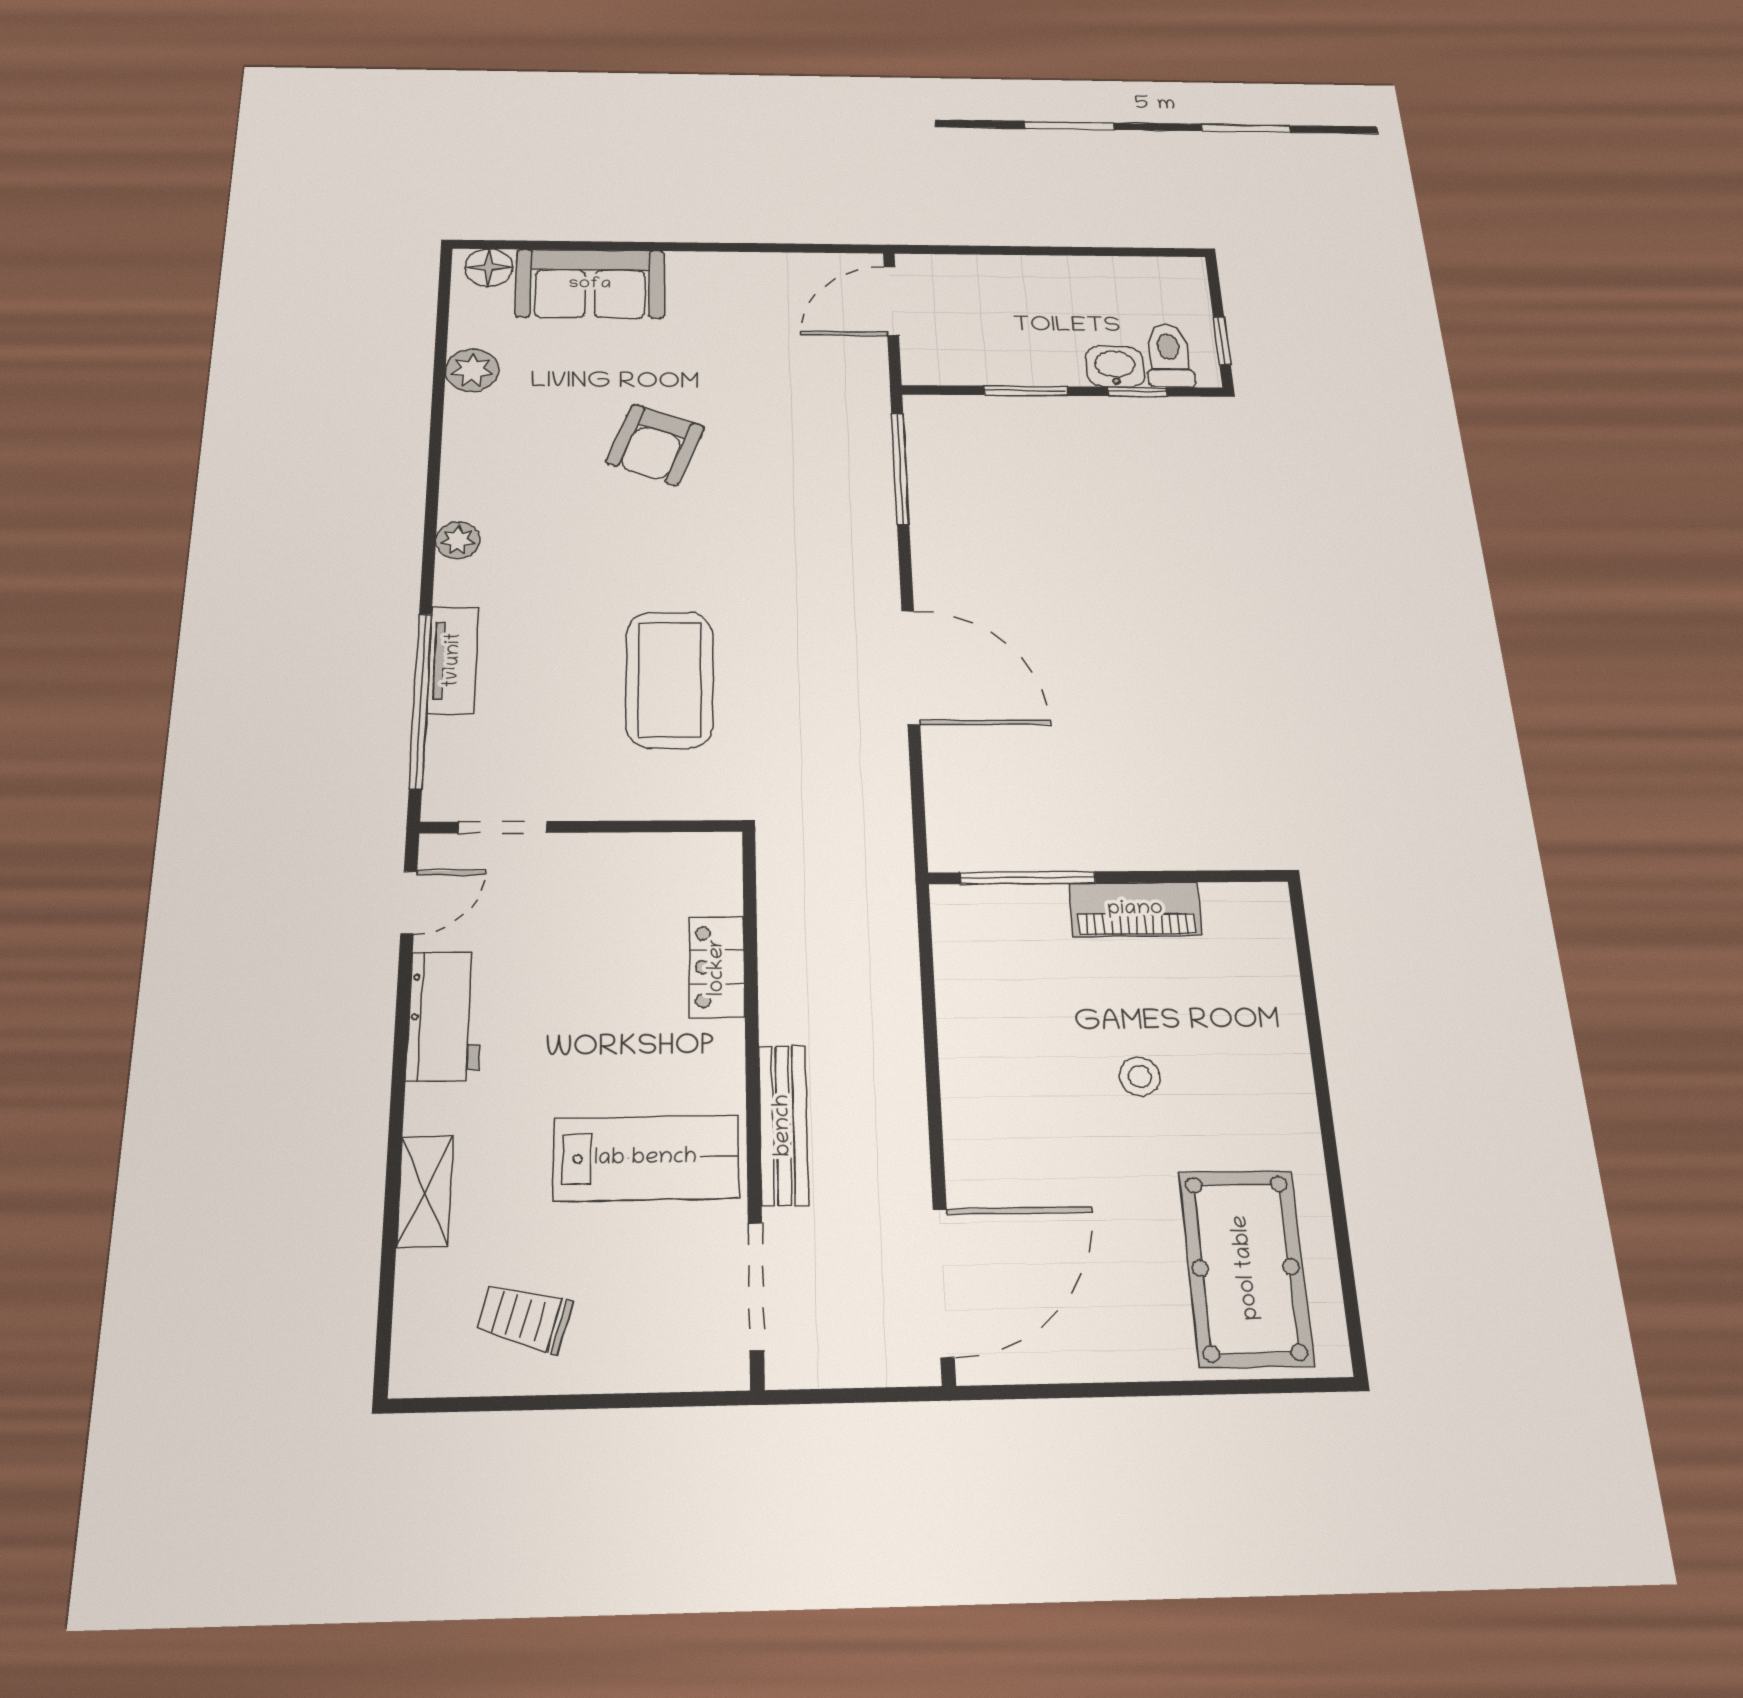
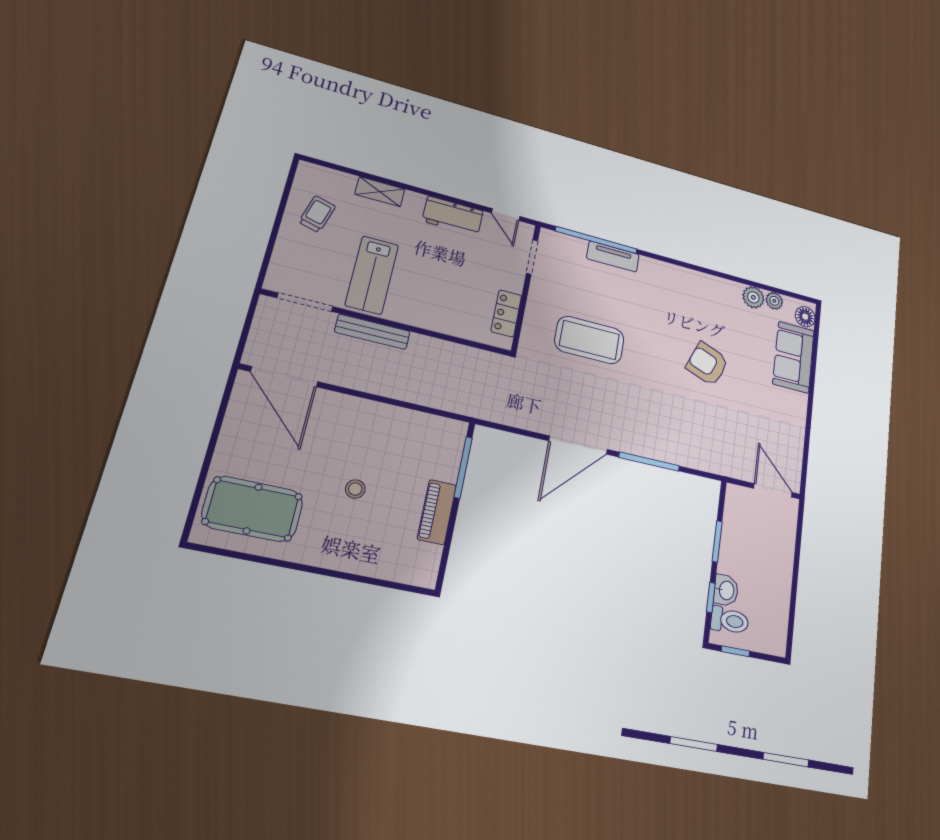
window: (900, 469) -> (649, 462), moved
plant: (458, 540) -> (774, 301), moved
locker: (717, 967) -> (506, 313), moved, turned -90

